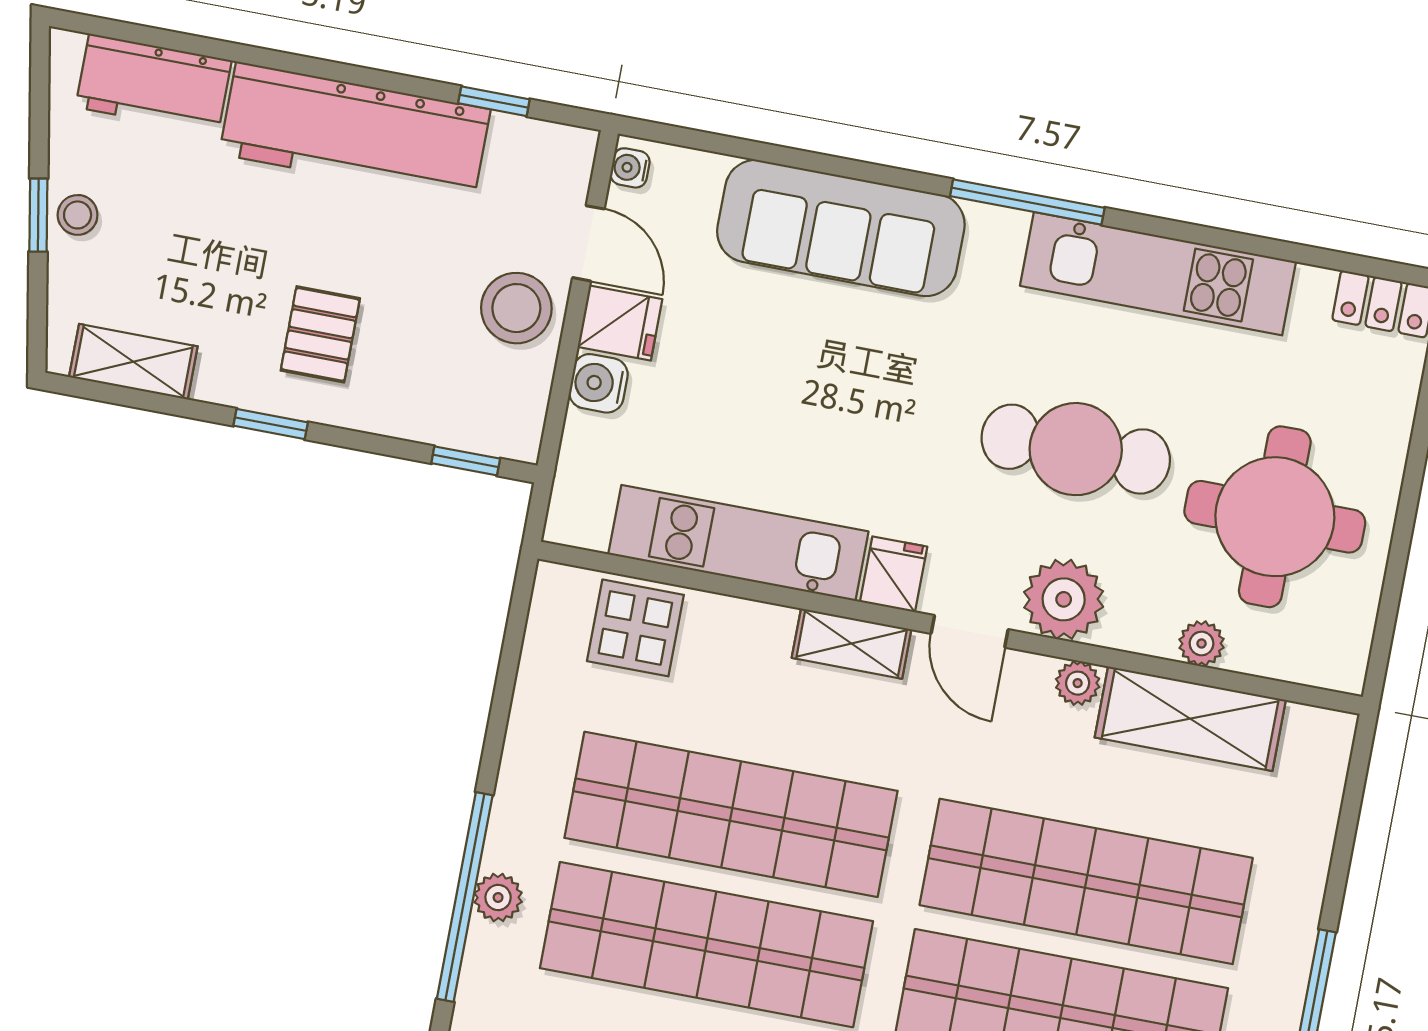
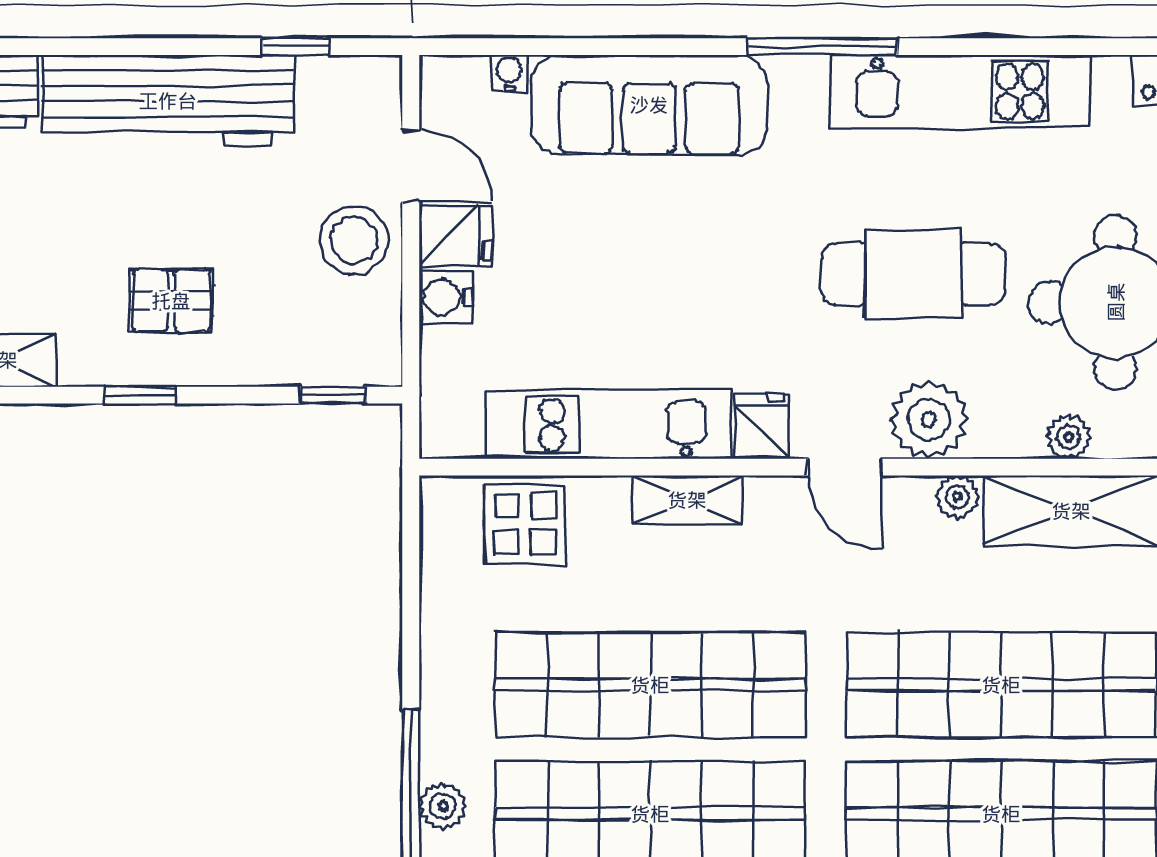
water cooler: (630, 168) -> (509, 73), moved, turned 90
pallet: (320, 334) -> (171, 301), turned 90
shelving: (852, 644) -> (687, 500), moved

